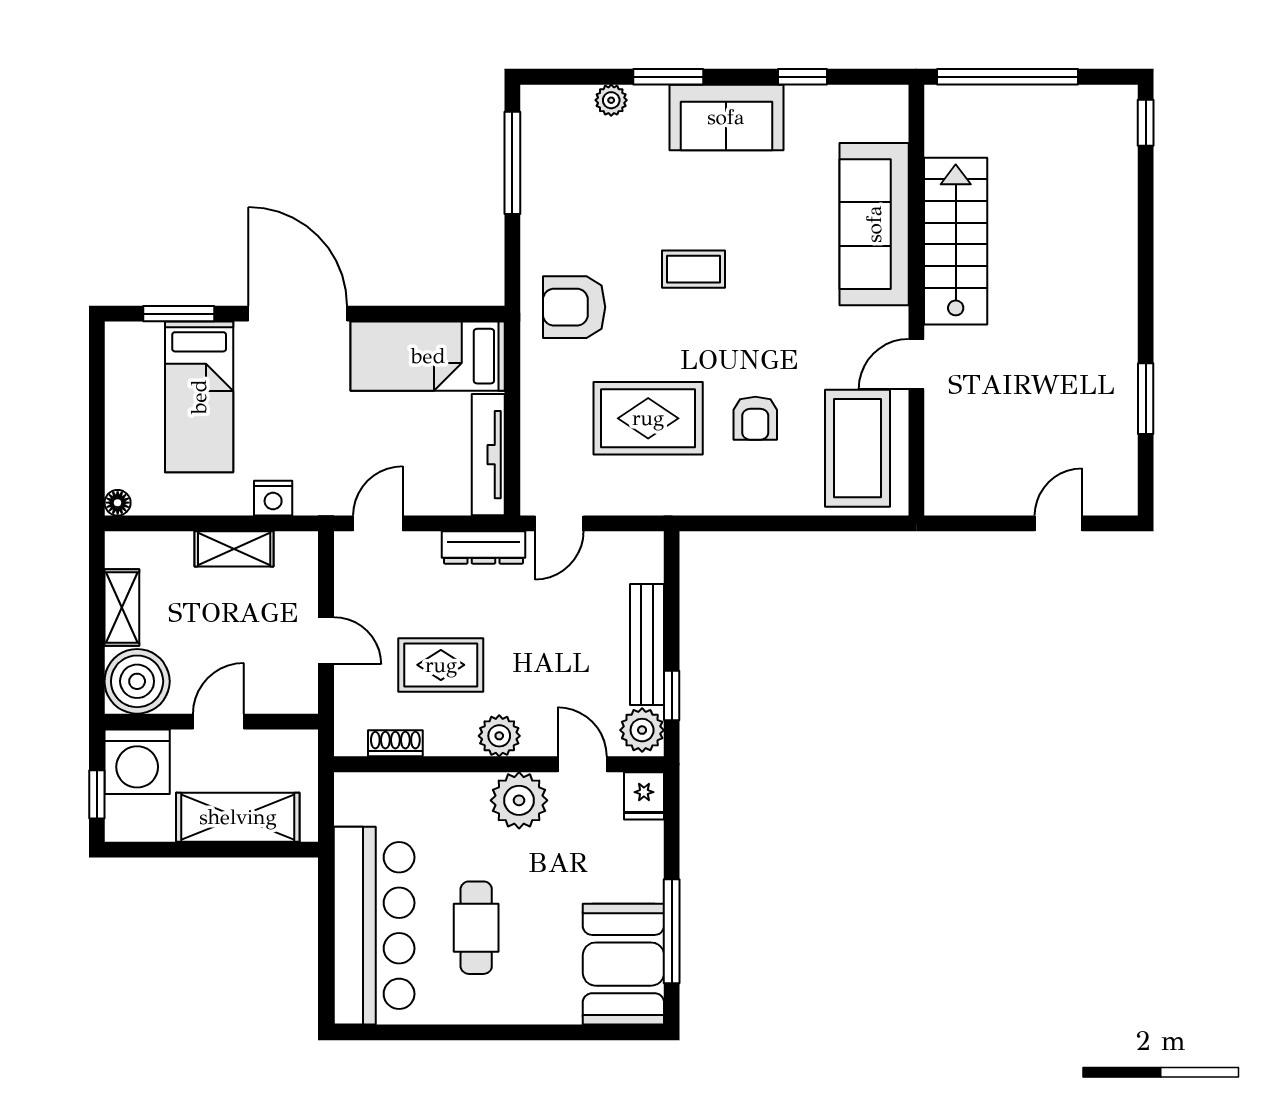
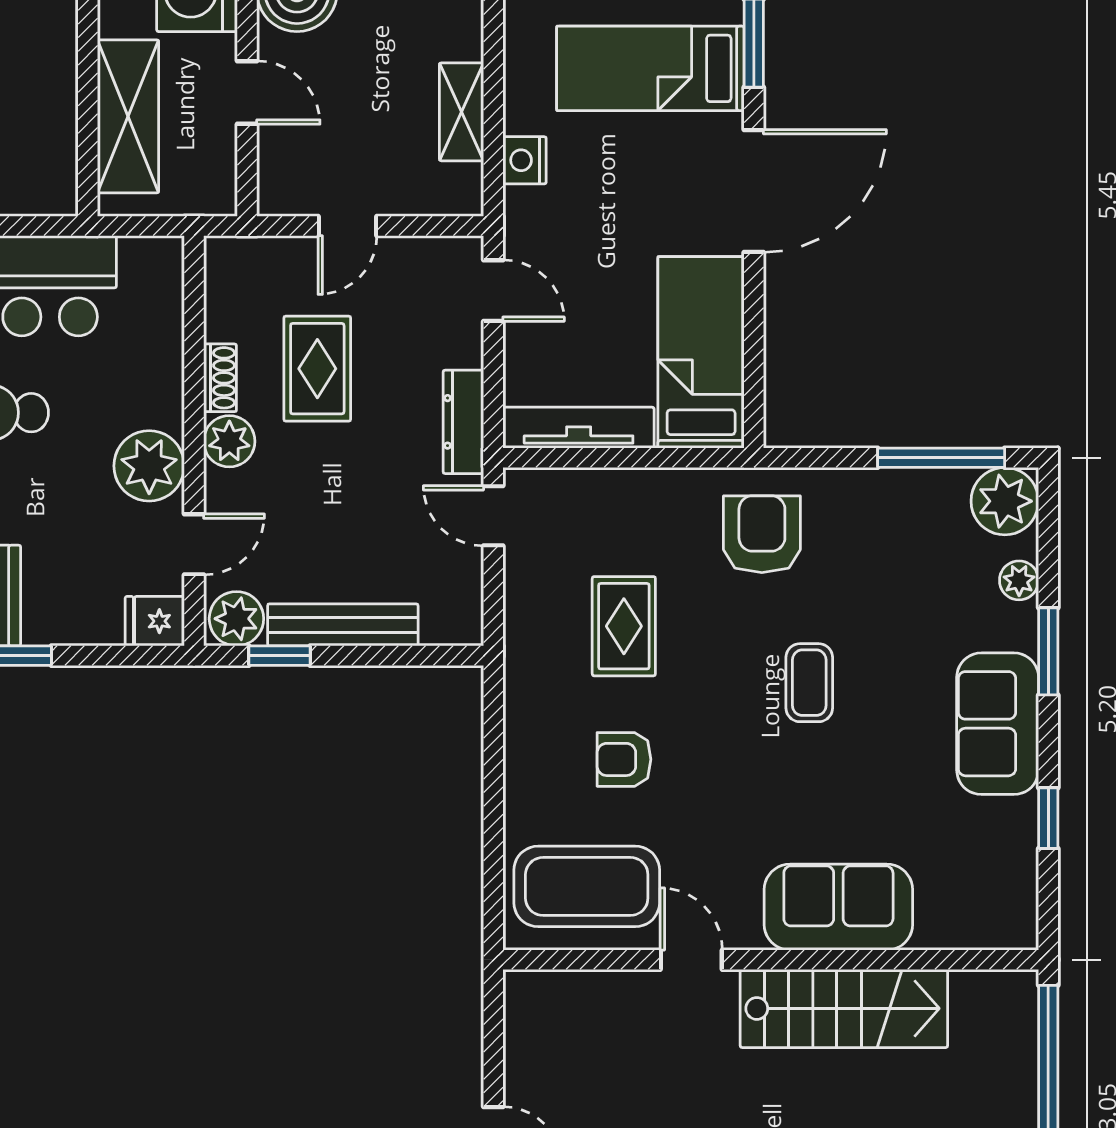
plant: (547, 112) -> (1005, 501), added
sofa: (874, 224) -> (838, 907), width x0.73
rug: (648, 418) -> (624, 626), width x0.73, depth x0.70
shoe rack: (395, 743) -> (220, 378), moved

